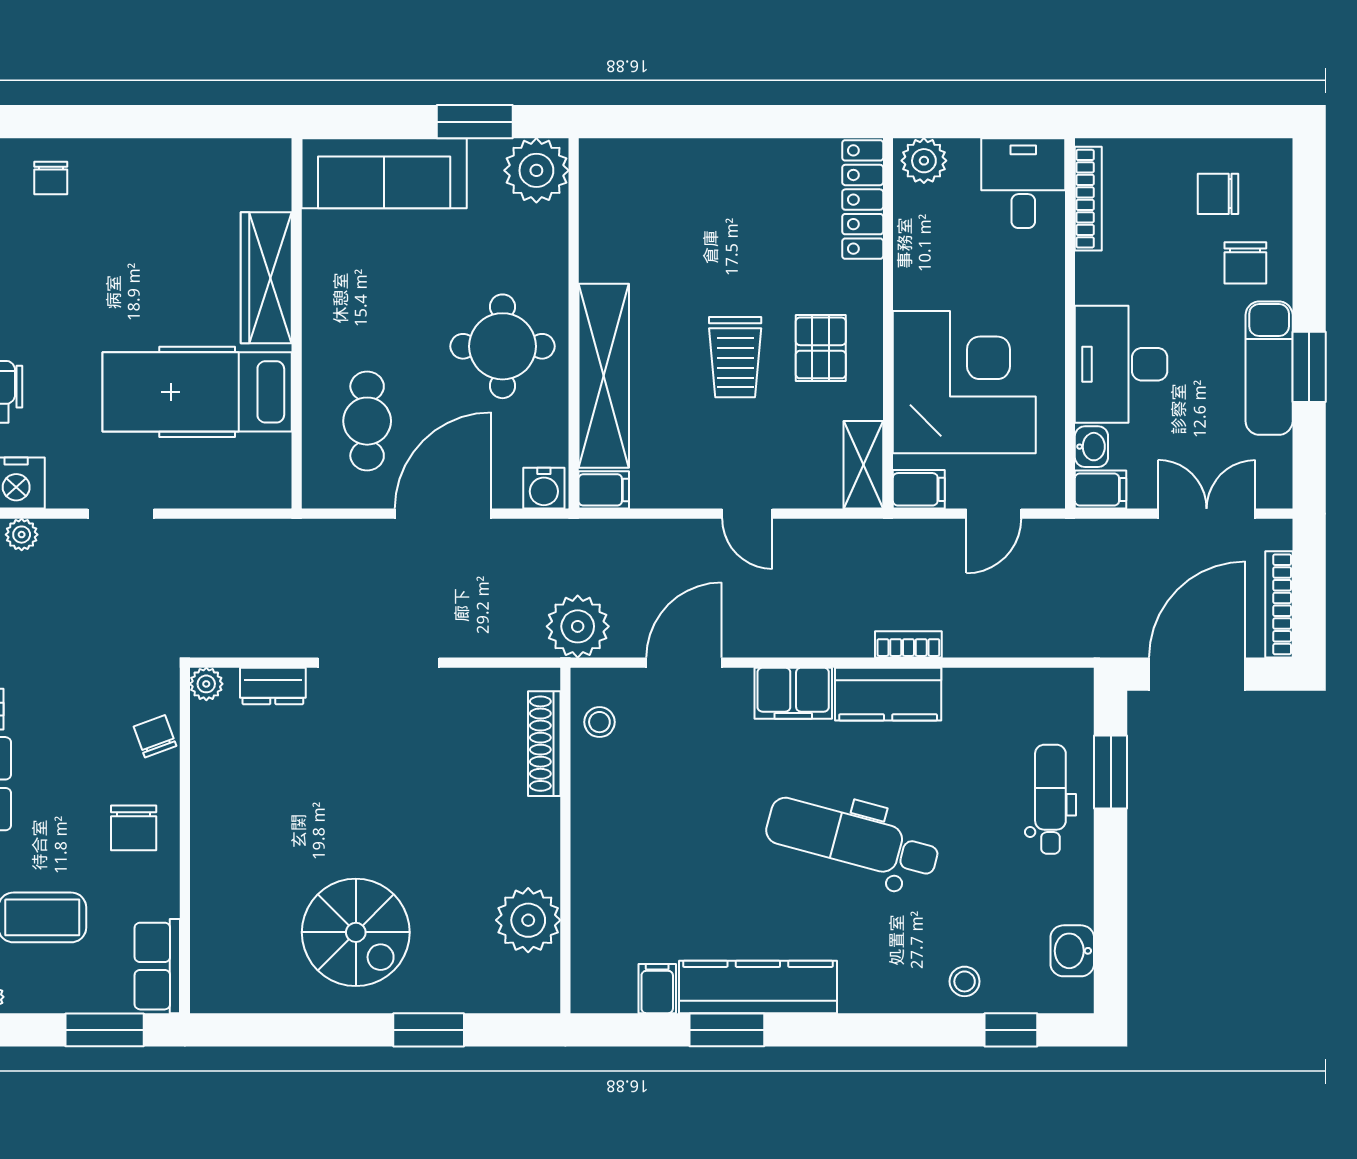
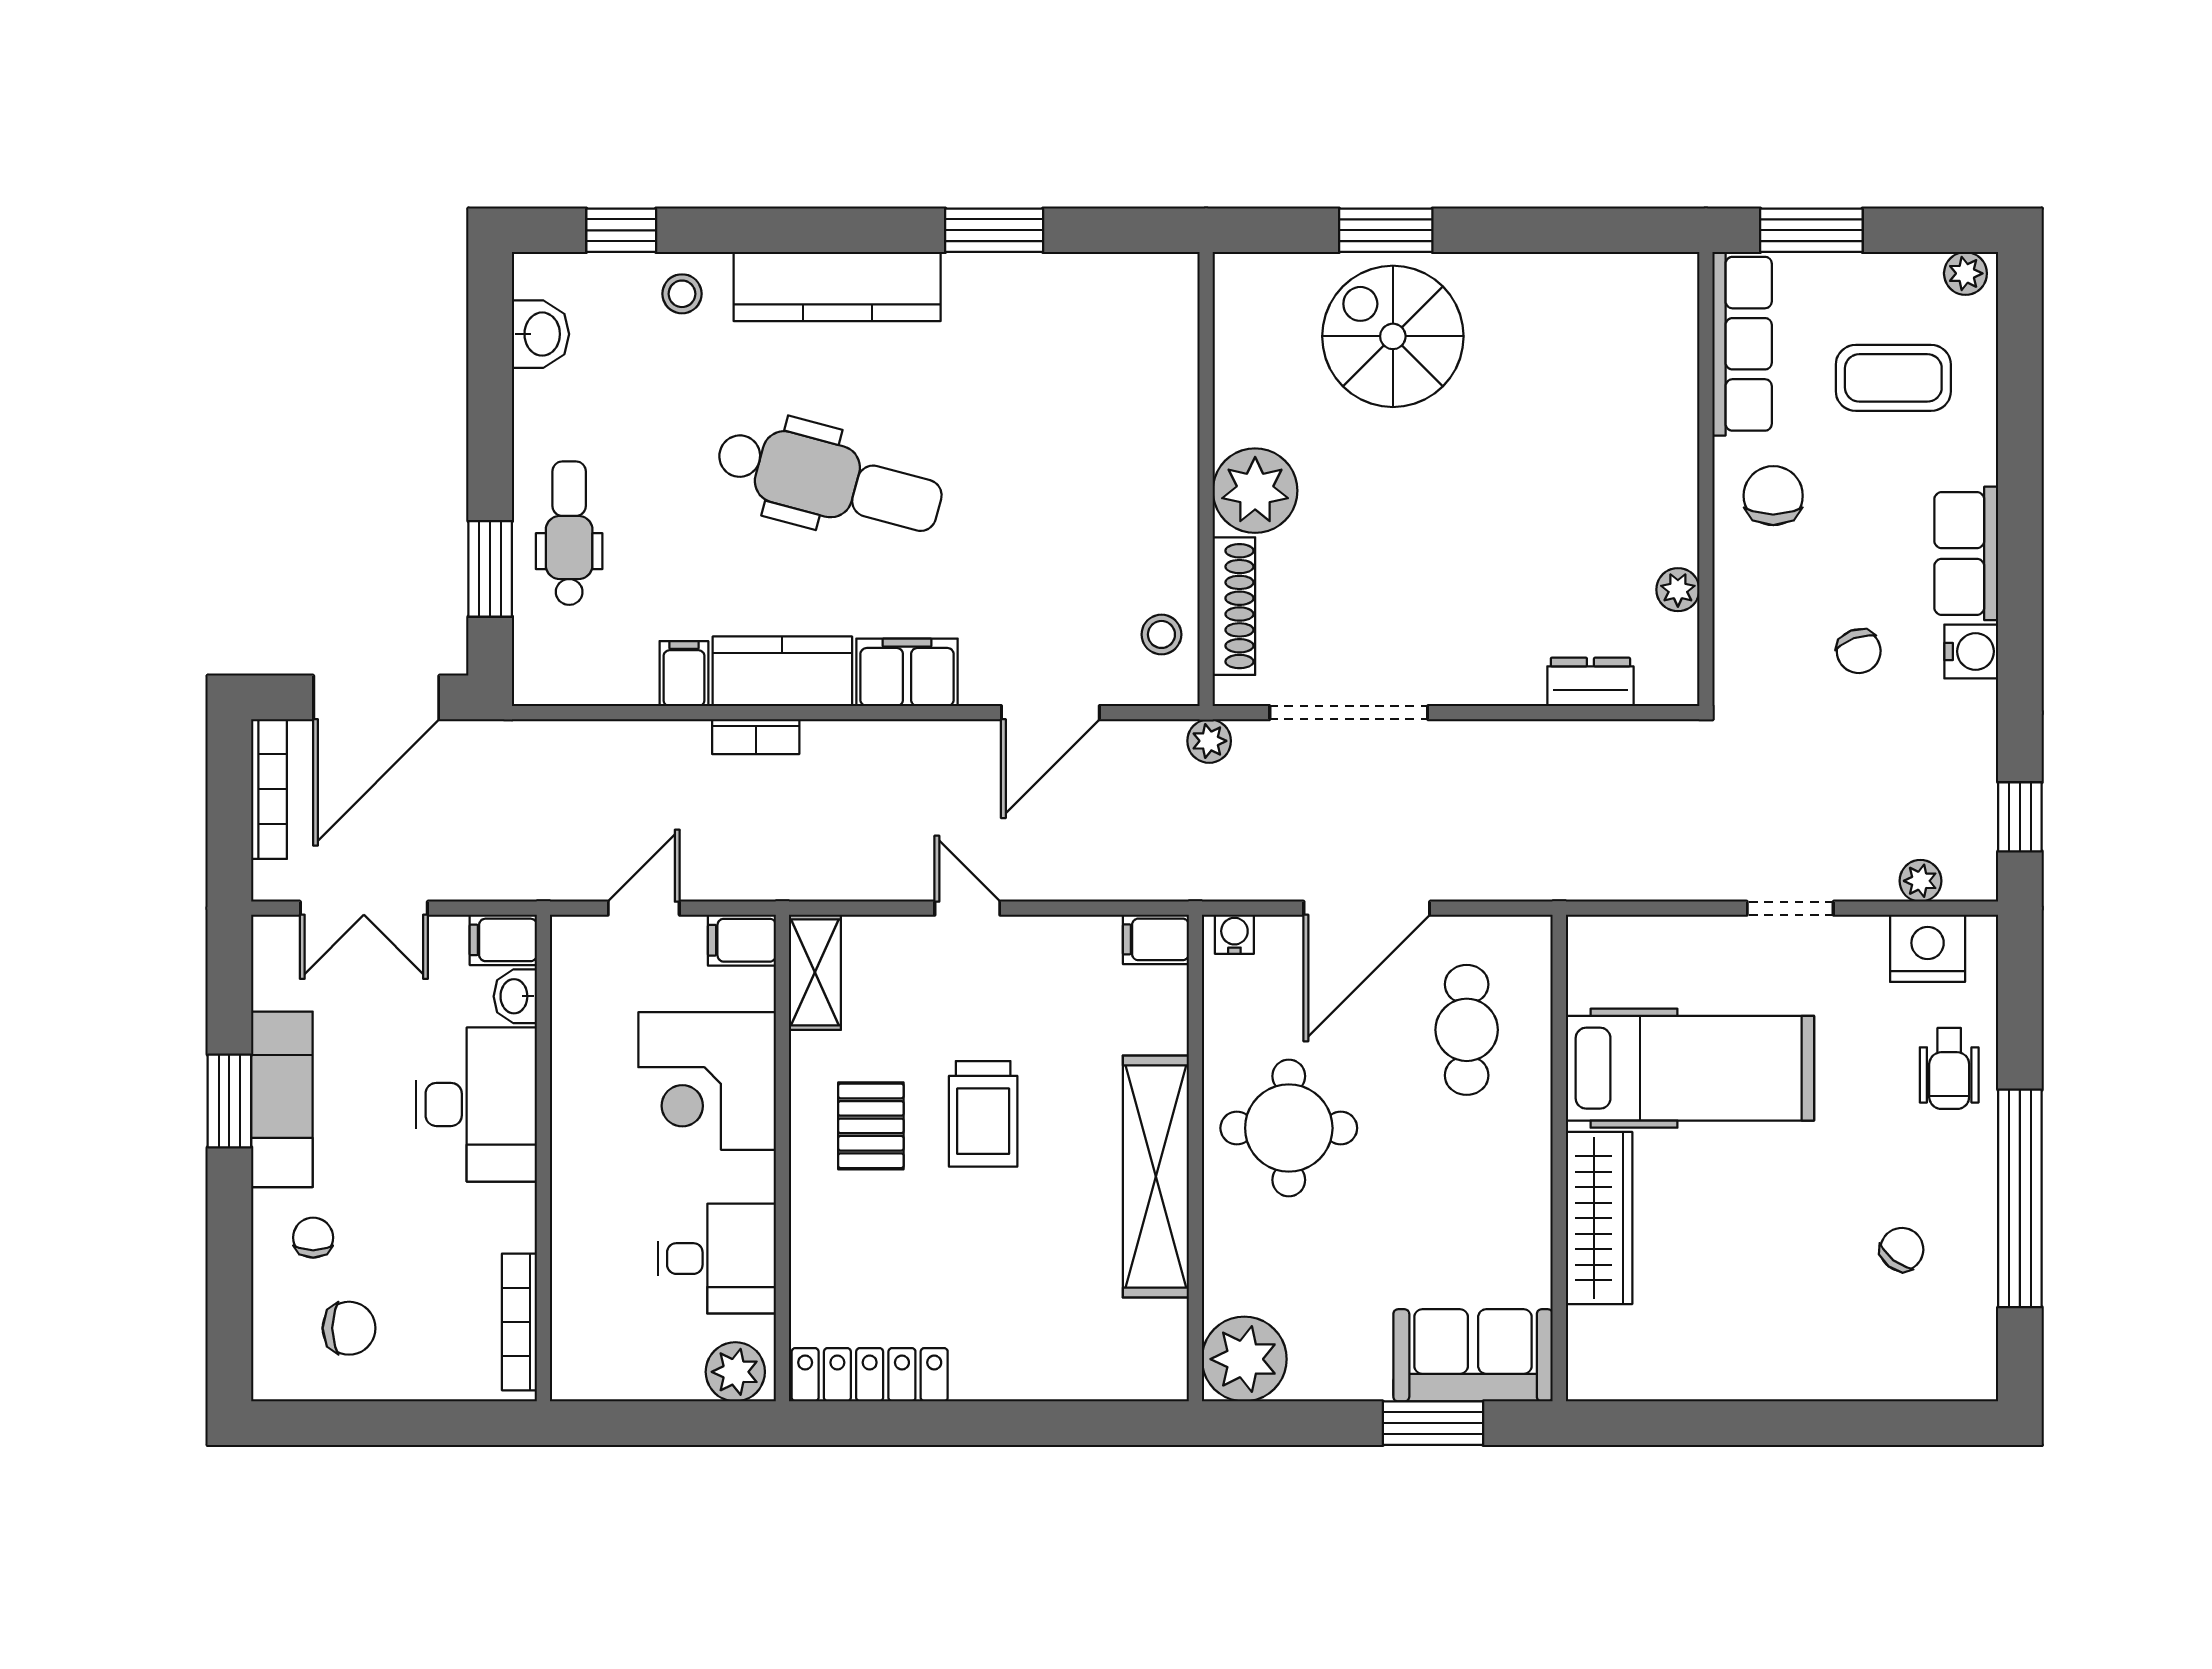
window: (475, 122) -> (1433, 1423), moved
sofa: (384, 173) -> (1473, 1355), width x0.73
chair: (51, 178) -> (1902, 1249), moved, turned 38
desk: (1023, 183) -> (717, 1259), moved, turned -90
locker: (863, 200) -> (870, 1375), moved, turned -90
chair: (1245, 263) -> (313, 1238), width x0.73, depth x0.73
trolley: (735, 357) -> (983, 1114), turned 180
shelving: (604, 376) -> (1156, 1176), moved
corner desk: (964, 382) -> (707, 1081), width x0.74, depth x0.74
water cooler: (544, 488) -> (1234, 934), width x0.72, depth x0.72
plant: (578, 626) -> (1209, 741), width x0.53, depth x0.53
doorway: (379, 663) -> (1349, 713), moved
plant: (206, 684) -> (1678, 590), moved
chair: (155, 736) -> (1859, 651), moved
dental chair: (1050, 799) -> (569, 533), turned 180
plant: (528, 920) -> (1255, 491), moved
spiral stairs: (356, 932) -> (1393, 336), moved
row of seats: (157, 966) -> (1742, 344), width x1.48
kitchen counter: (758, 987) -> (837, 287), moved
filing cabinet: (657, 989) -> (684, 674), moved, turned 180

